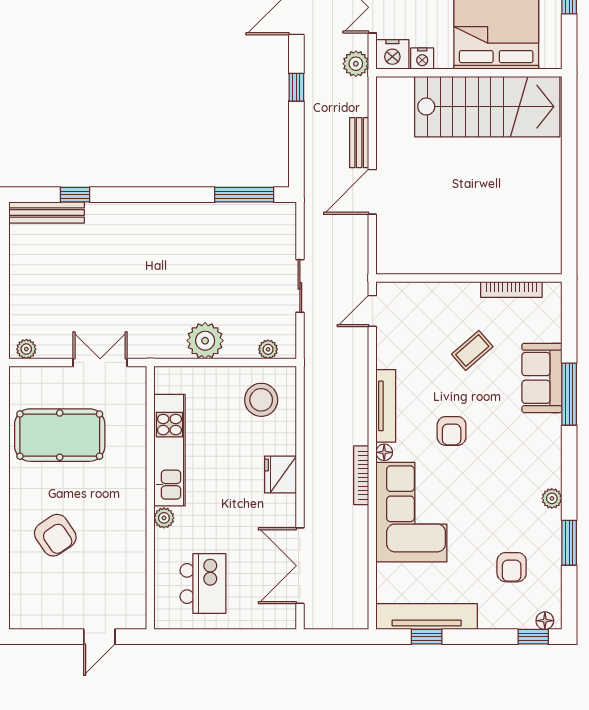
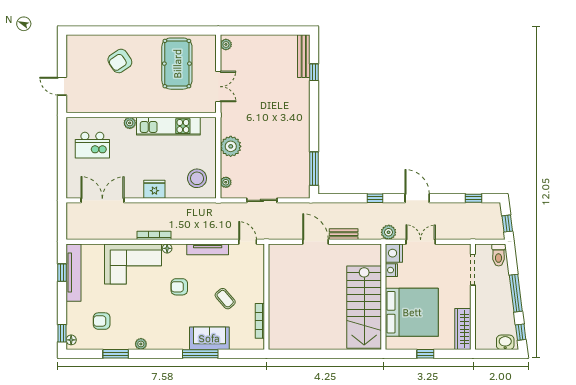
tv unit: (386, 406) -> (208, 249), moved

